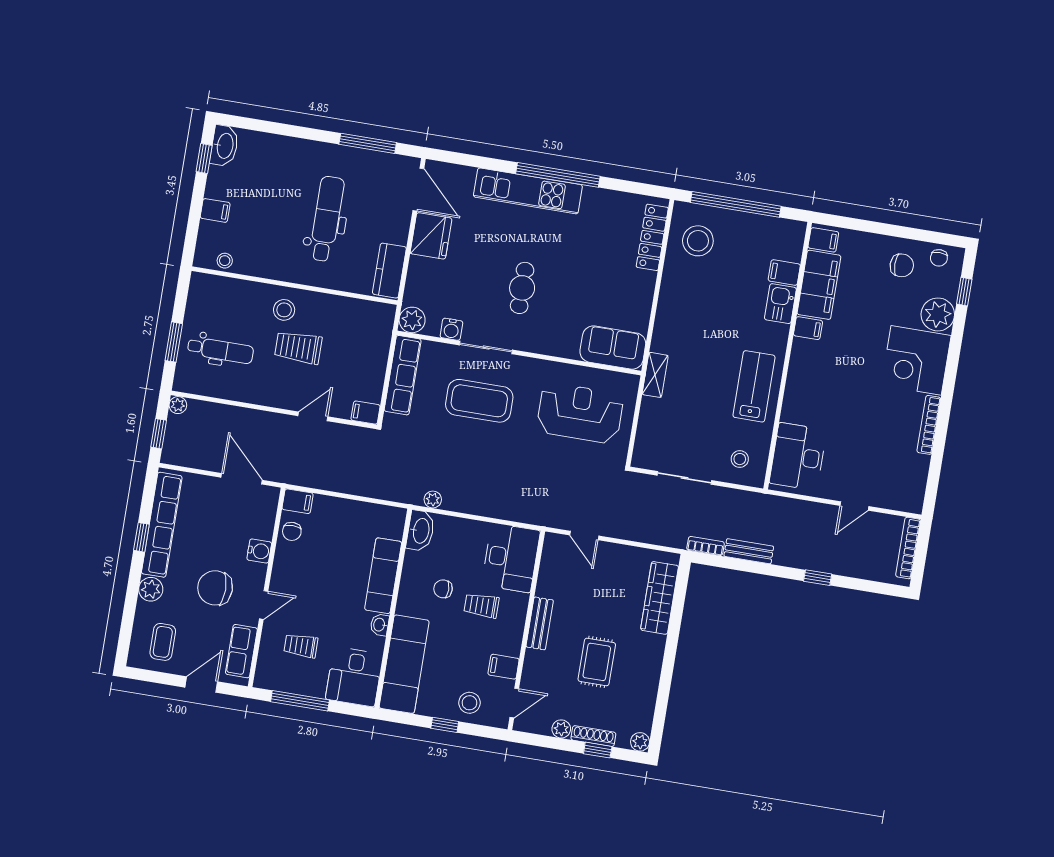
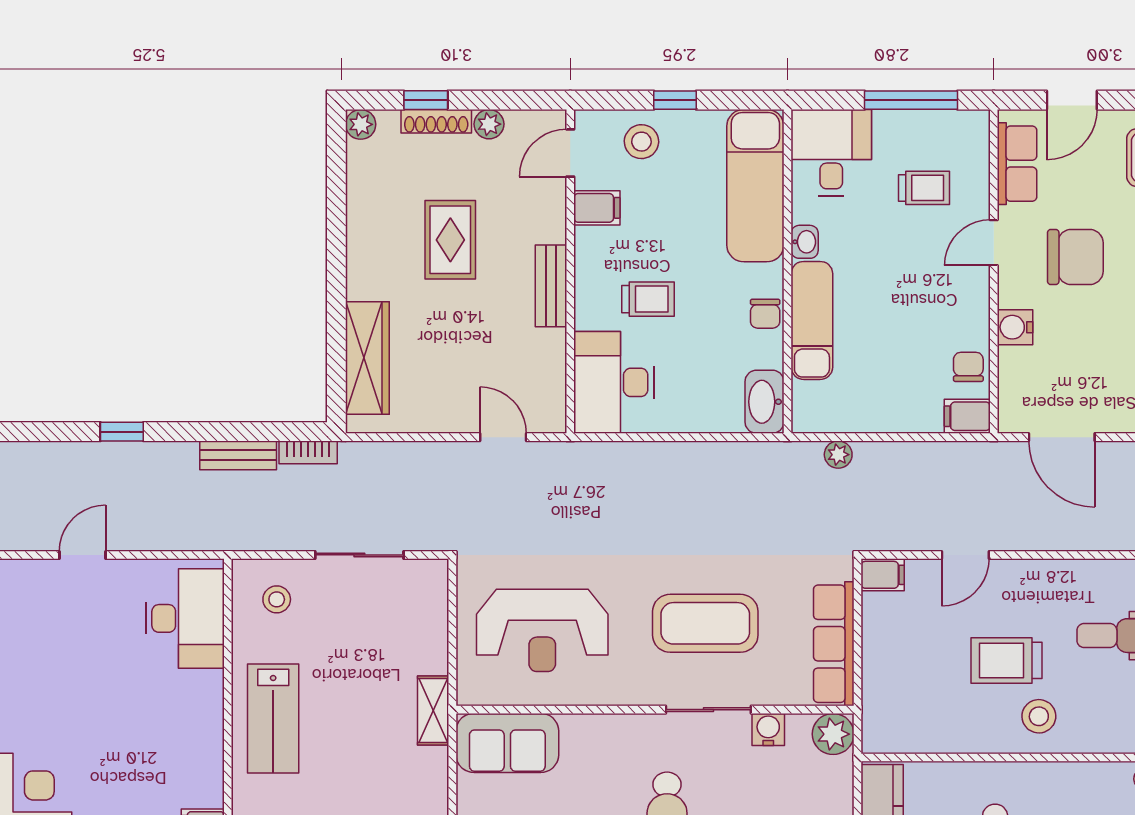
trolley: (298, 347) -> (1006, 660), turned 180
plant: (433, 499) -> (838, 455), moved
chair: (443, 589) -> (765, 314), moved, turned 90

